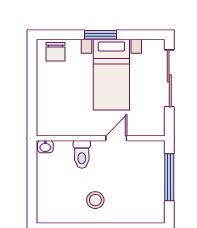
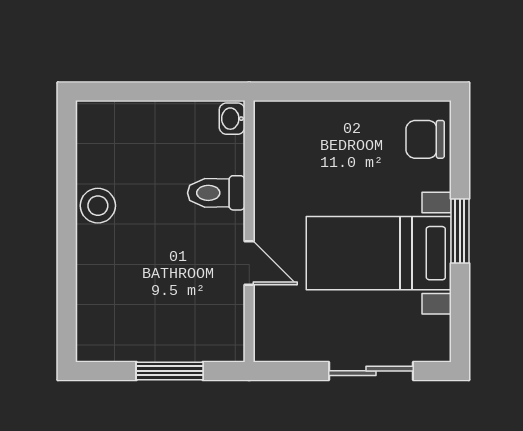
sliding door: (169, 78) -> (371, 371), width x0.73
window: (169, 177) -> (170, 371), width x0.69
stool: (95, 200) -> (98, 206), moved

